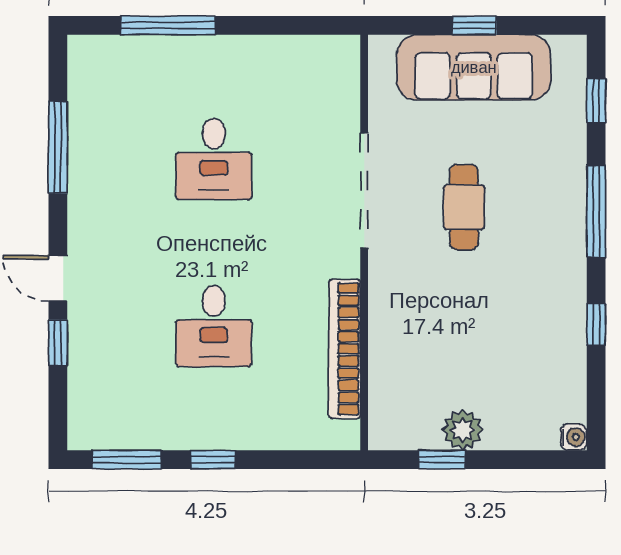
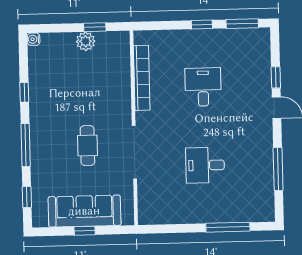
desk: (214, 159) -> (205, 165), turned -90

